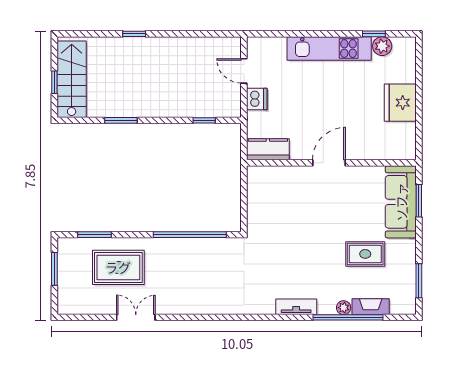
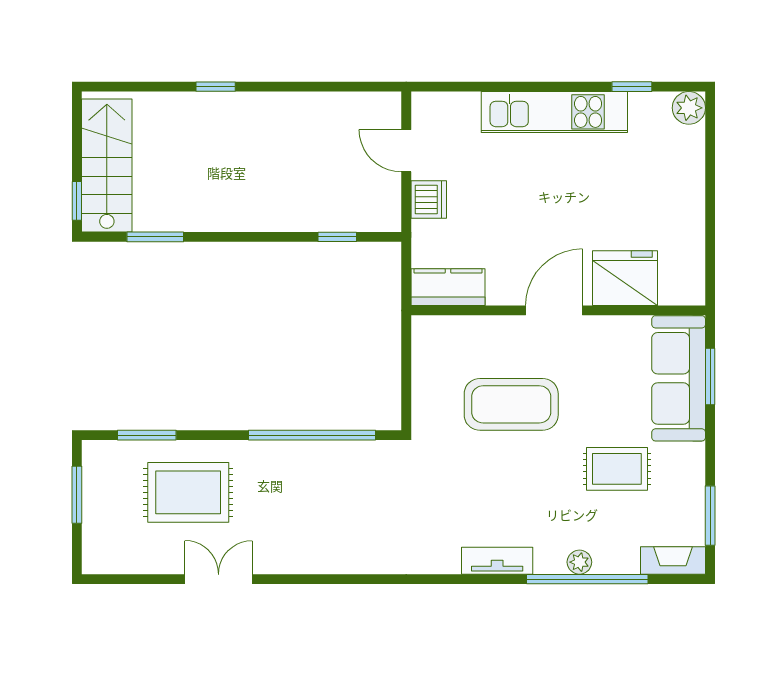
plant: (382, 46) -> (689, 108), moved
window: (54, 82) -> (77, 201), moved
fridge: (400, 103) -> (625, 278), moved, turned 90
window: (121, 120) -> (155, 237), moved
coffee table: (304, 217) -> (511, 404), added
fireplace: (371, 307) -> (673, 560), moved

